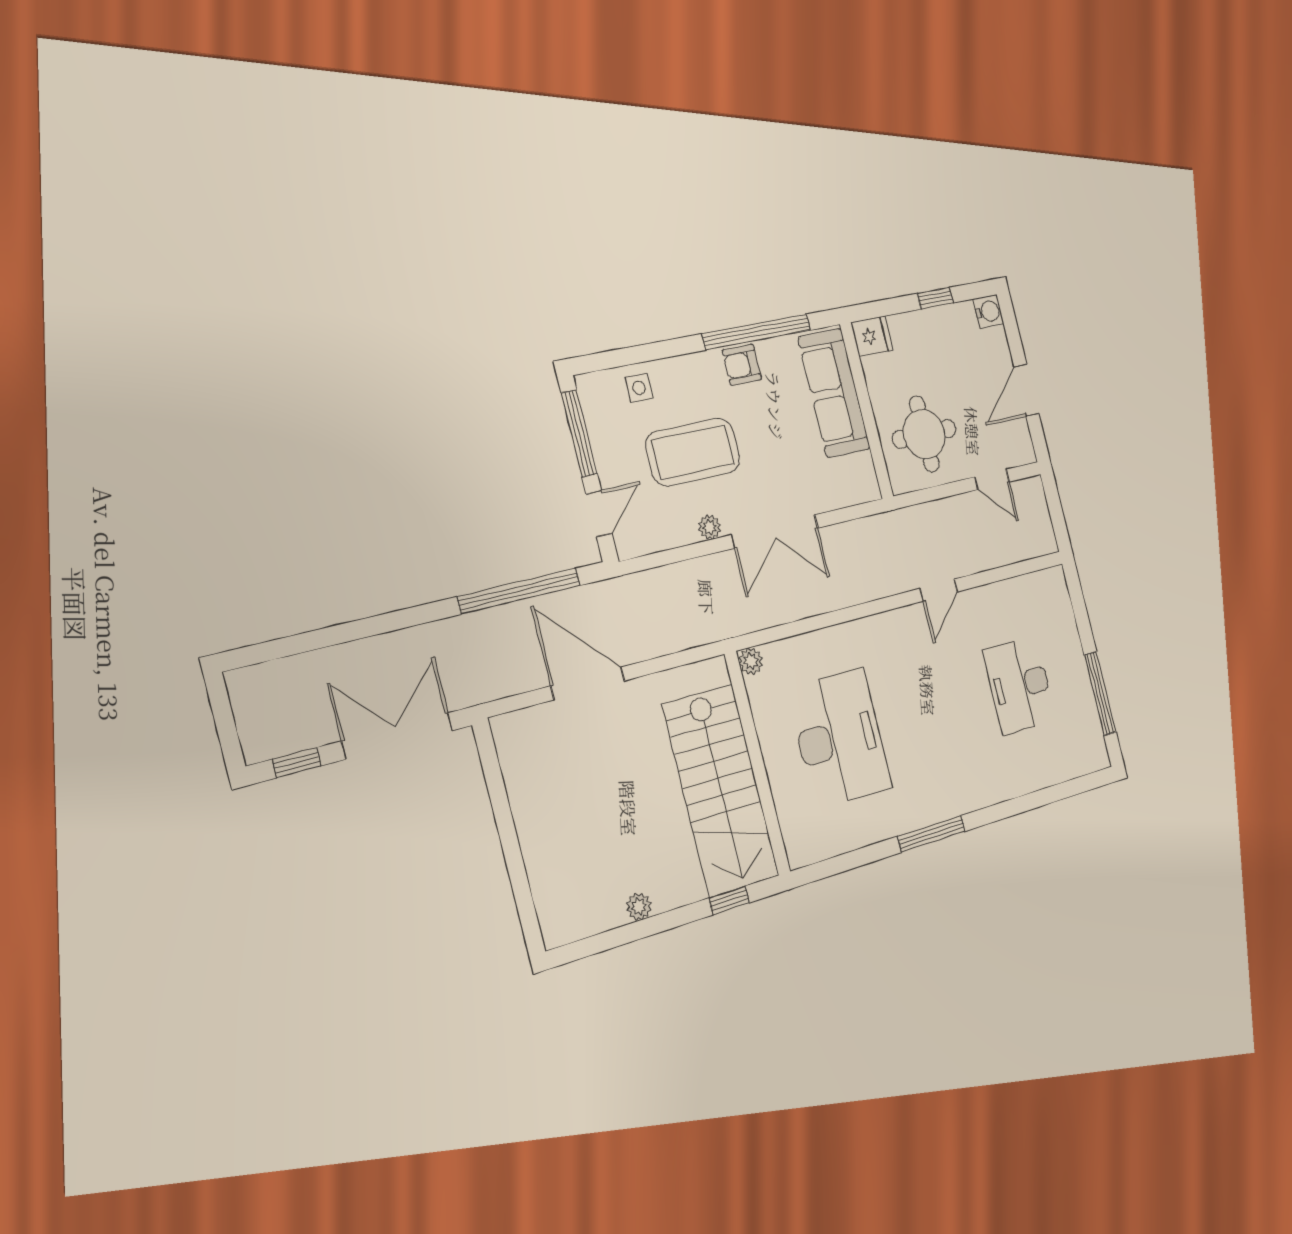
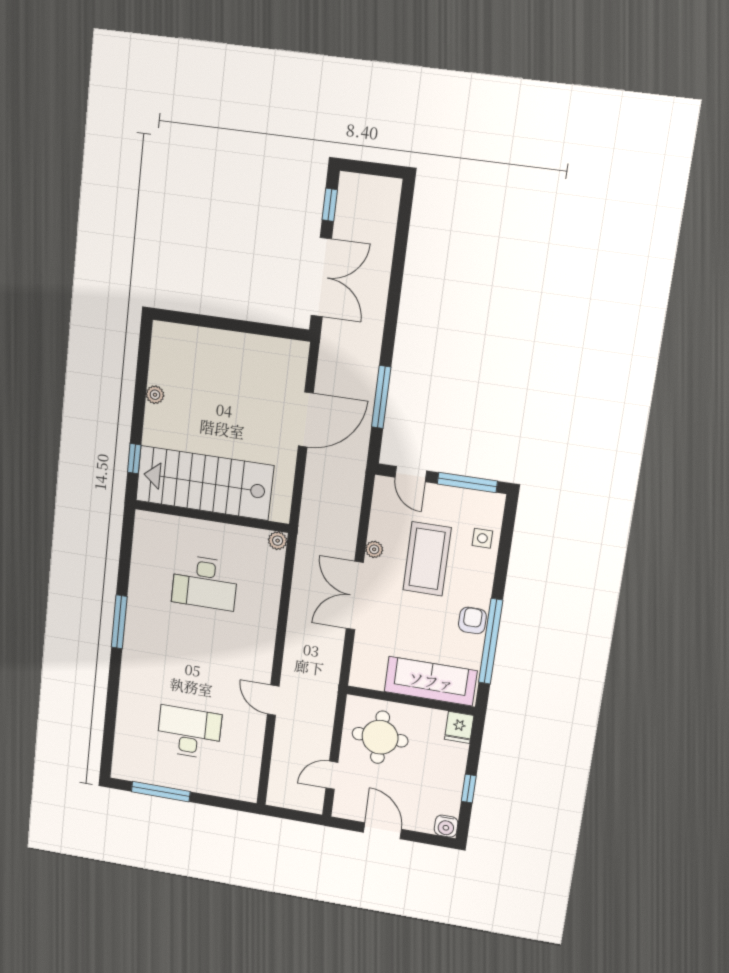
window: (519, 591) -> (381, 397), width x0.68
desk: (840, 739) -> (205, 583), width x0.73, depth x0.77

